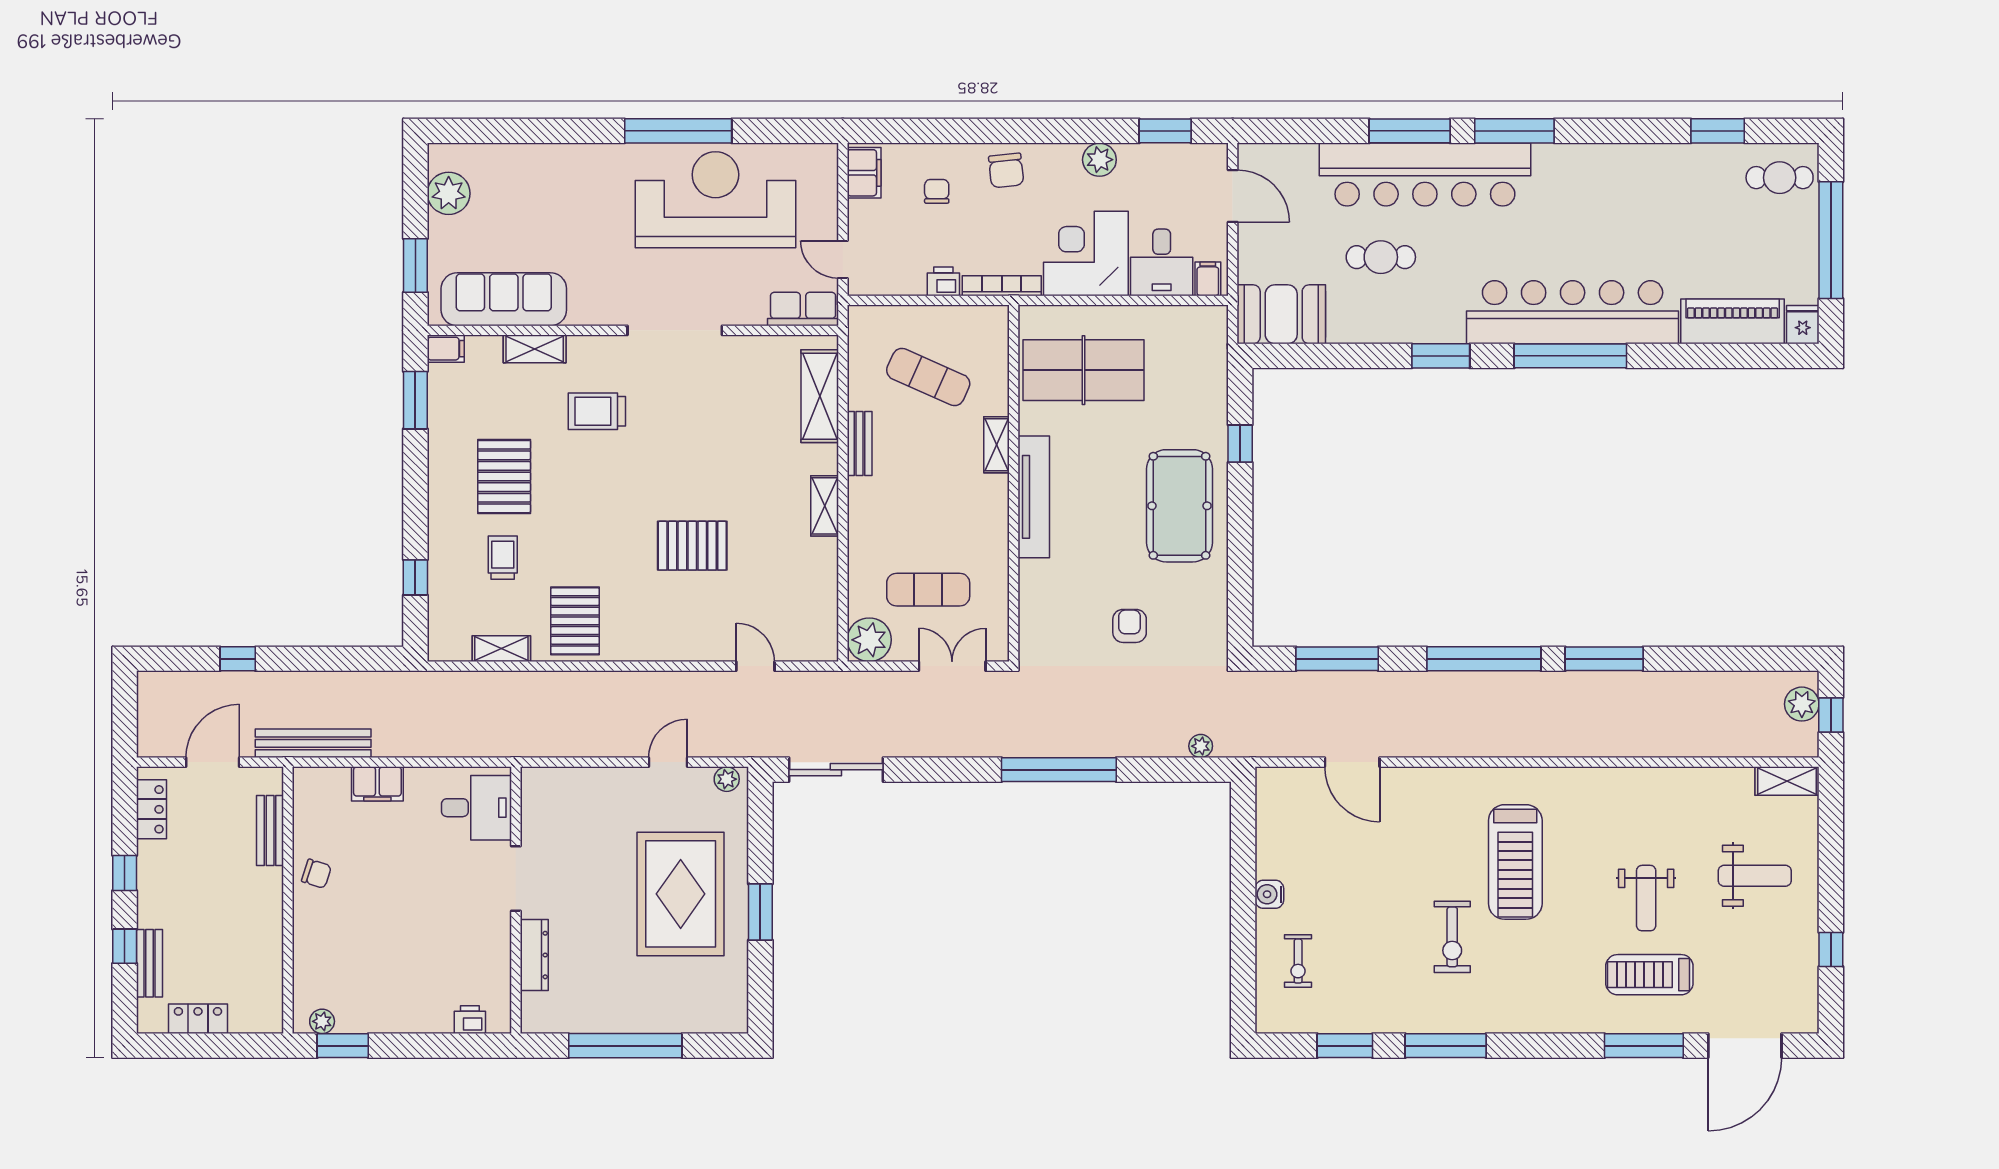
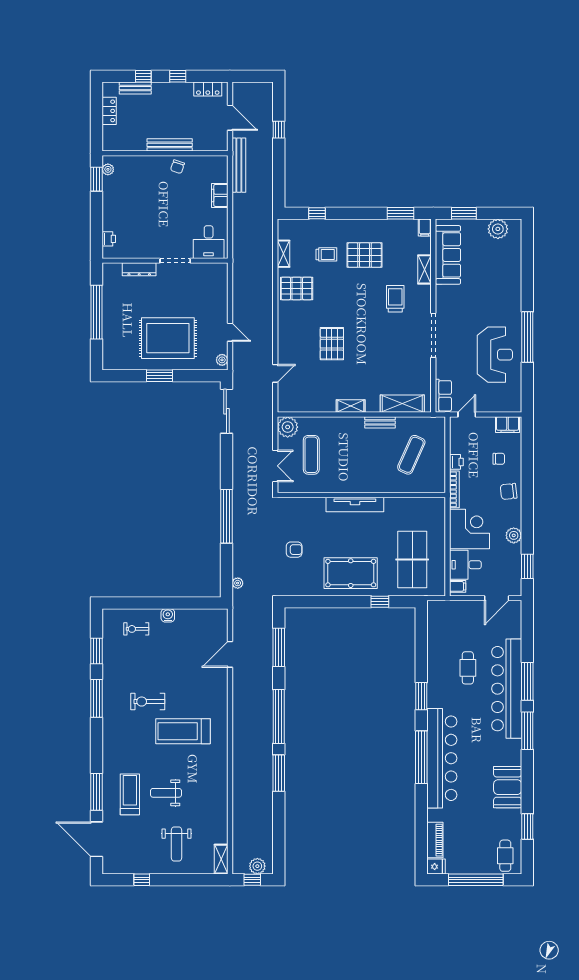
reception desk: (715, 200) -> (495, 355), width x0.74, depth x0.77
booth: (1281, 314) -> (508, 787), moved
piano: (1733, 321) -> (435, 840), width x0.73, depth x0.75
table tennis table: (1084, 370) -> (412, 560), moved
shelving: (997, 445) -> (379, 487), removed
bench: (270, 831) -> (170, 145), moved, width x1.36

